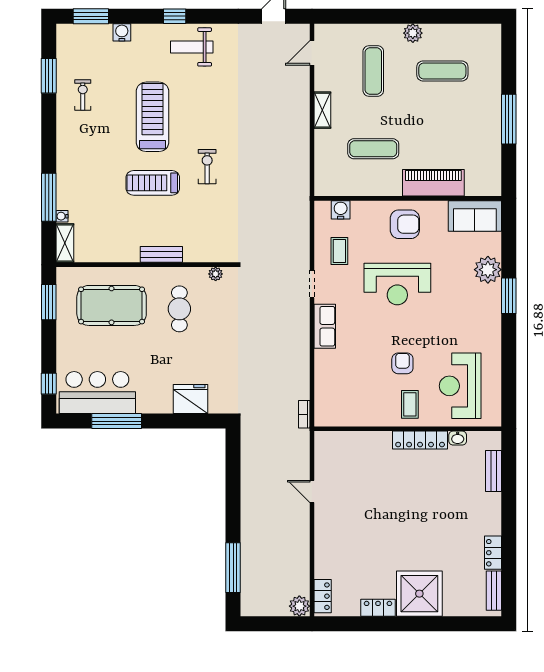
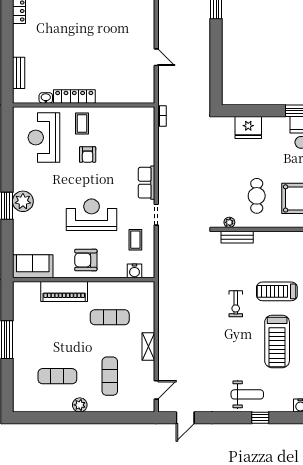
treadmill: (153, 183) -> (277, 291), turned 180
bench: (161, 254) -> (237, 237), moved
plant: (488, 270) -> (23, 201), moved
reception desk: (460, 386) -> (44, 138), turned 180

